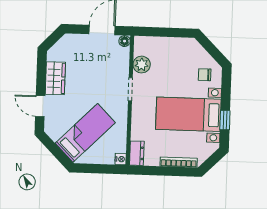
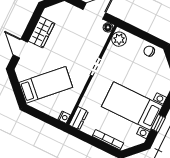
plant: (142, 65) -> (119, 39), moved
chair: (205, 75) -> (149, 51), moved

